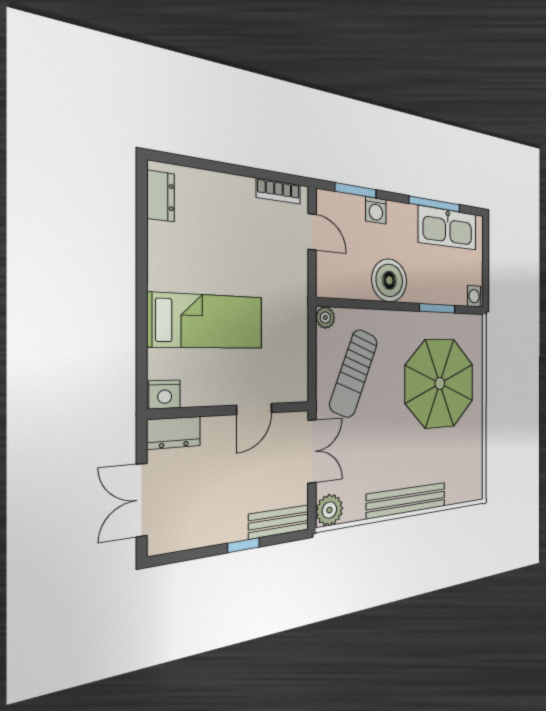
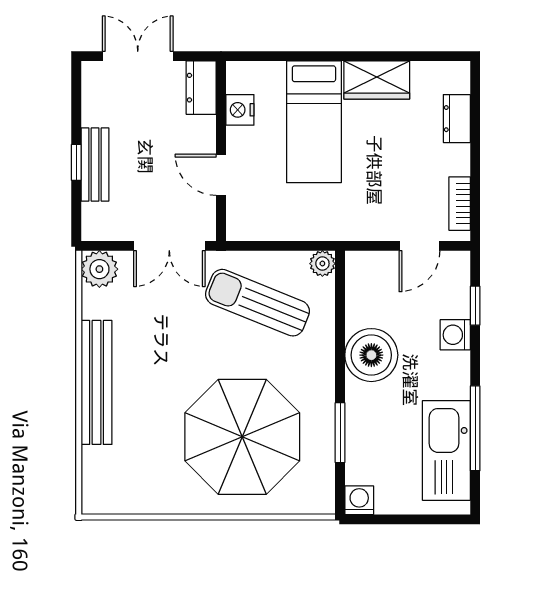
window: (356, 190) -> (475, 306), width x0.67
dresser: (161, 196) -> (457, 119), moved, turned 90
wardrobe: (166, 257) -> (377, 80), added
nightstand: (165, 394) -> (240, 110), moved
bench: (279, 522) -> (95, 164), moved

